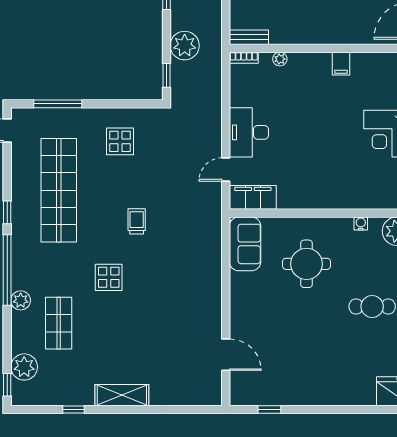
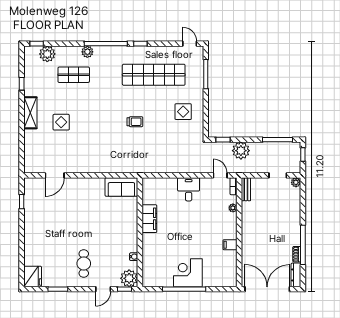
desk: (249, 132) -> (189, 189), width x0.73
door: (226, 169) -> (220, 175), moved
filing cabinet: (253, 197) -> (149, 219), moved
round table: (307, 264) -> (109, 224), removed
display table: (109, 277) -> (61, 122), moved

